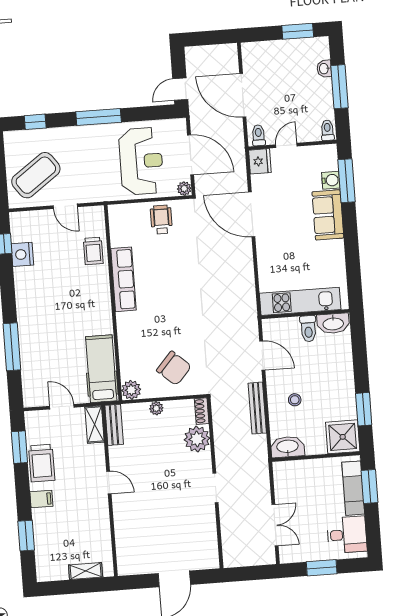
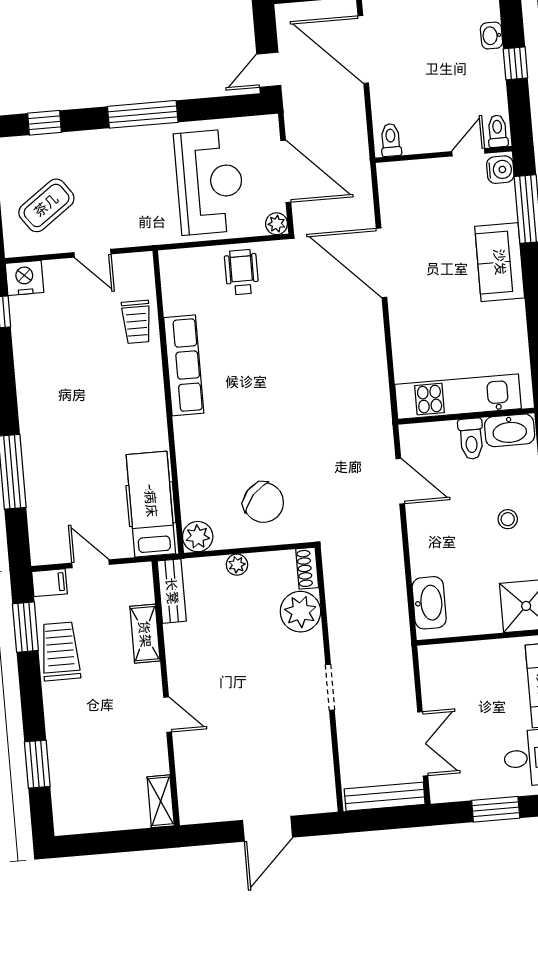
window: (339, 87) -> (515, 63), width x0.46
door: (243, 95) -> (363, 49), moved
door: (286, 145) -> (468, 152), moved
fridge: (260, 161) -> (393, 180), removed
coffee table: (36, 175) -> (46, 205), width x0.73, depth x0.76
water cooler: (331, 180) -> (500, 170), moved
nightstand: (22, 254) -> (24, 278), moved, turned 90
stool: (295, 400) -> (508, 519), moved
bench: (257, 408) -> (385, 797), moved, turned 90
shelving: (94, 424) -> (145, 634), moved
washbasin: (288, 447) -> (429, 603), moved, turned 90
trolley: (42, 463) -> (60, 651), turned 180
door: (109, 482) -> (168, 715), moved
filing cabinet: (41, 499) -> (49, 583), moved
shelving: (86, 571) -> (161, 801), moved, turned 90

